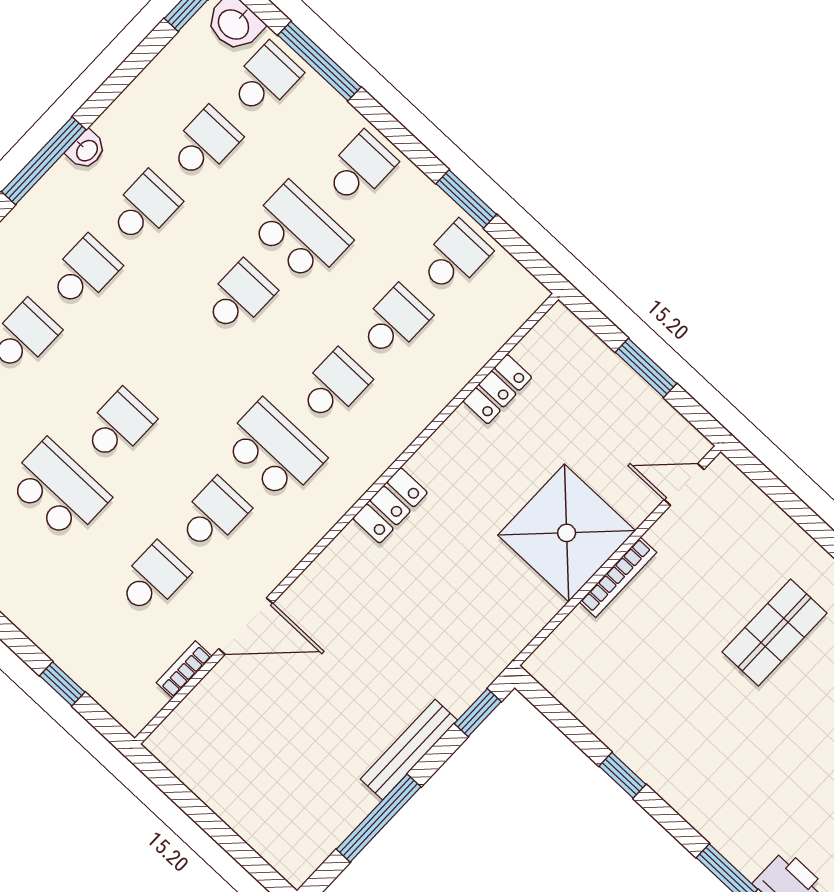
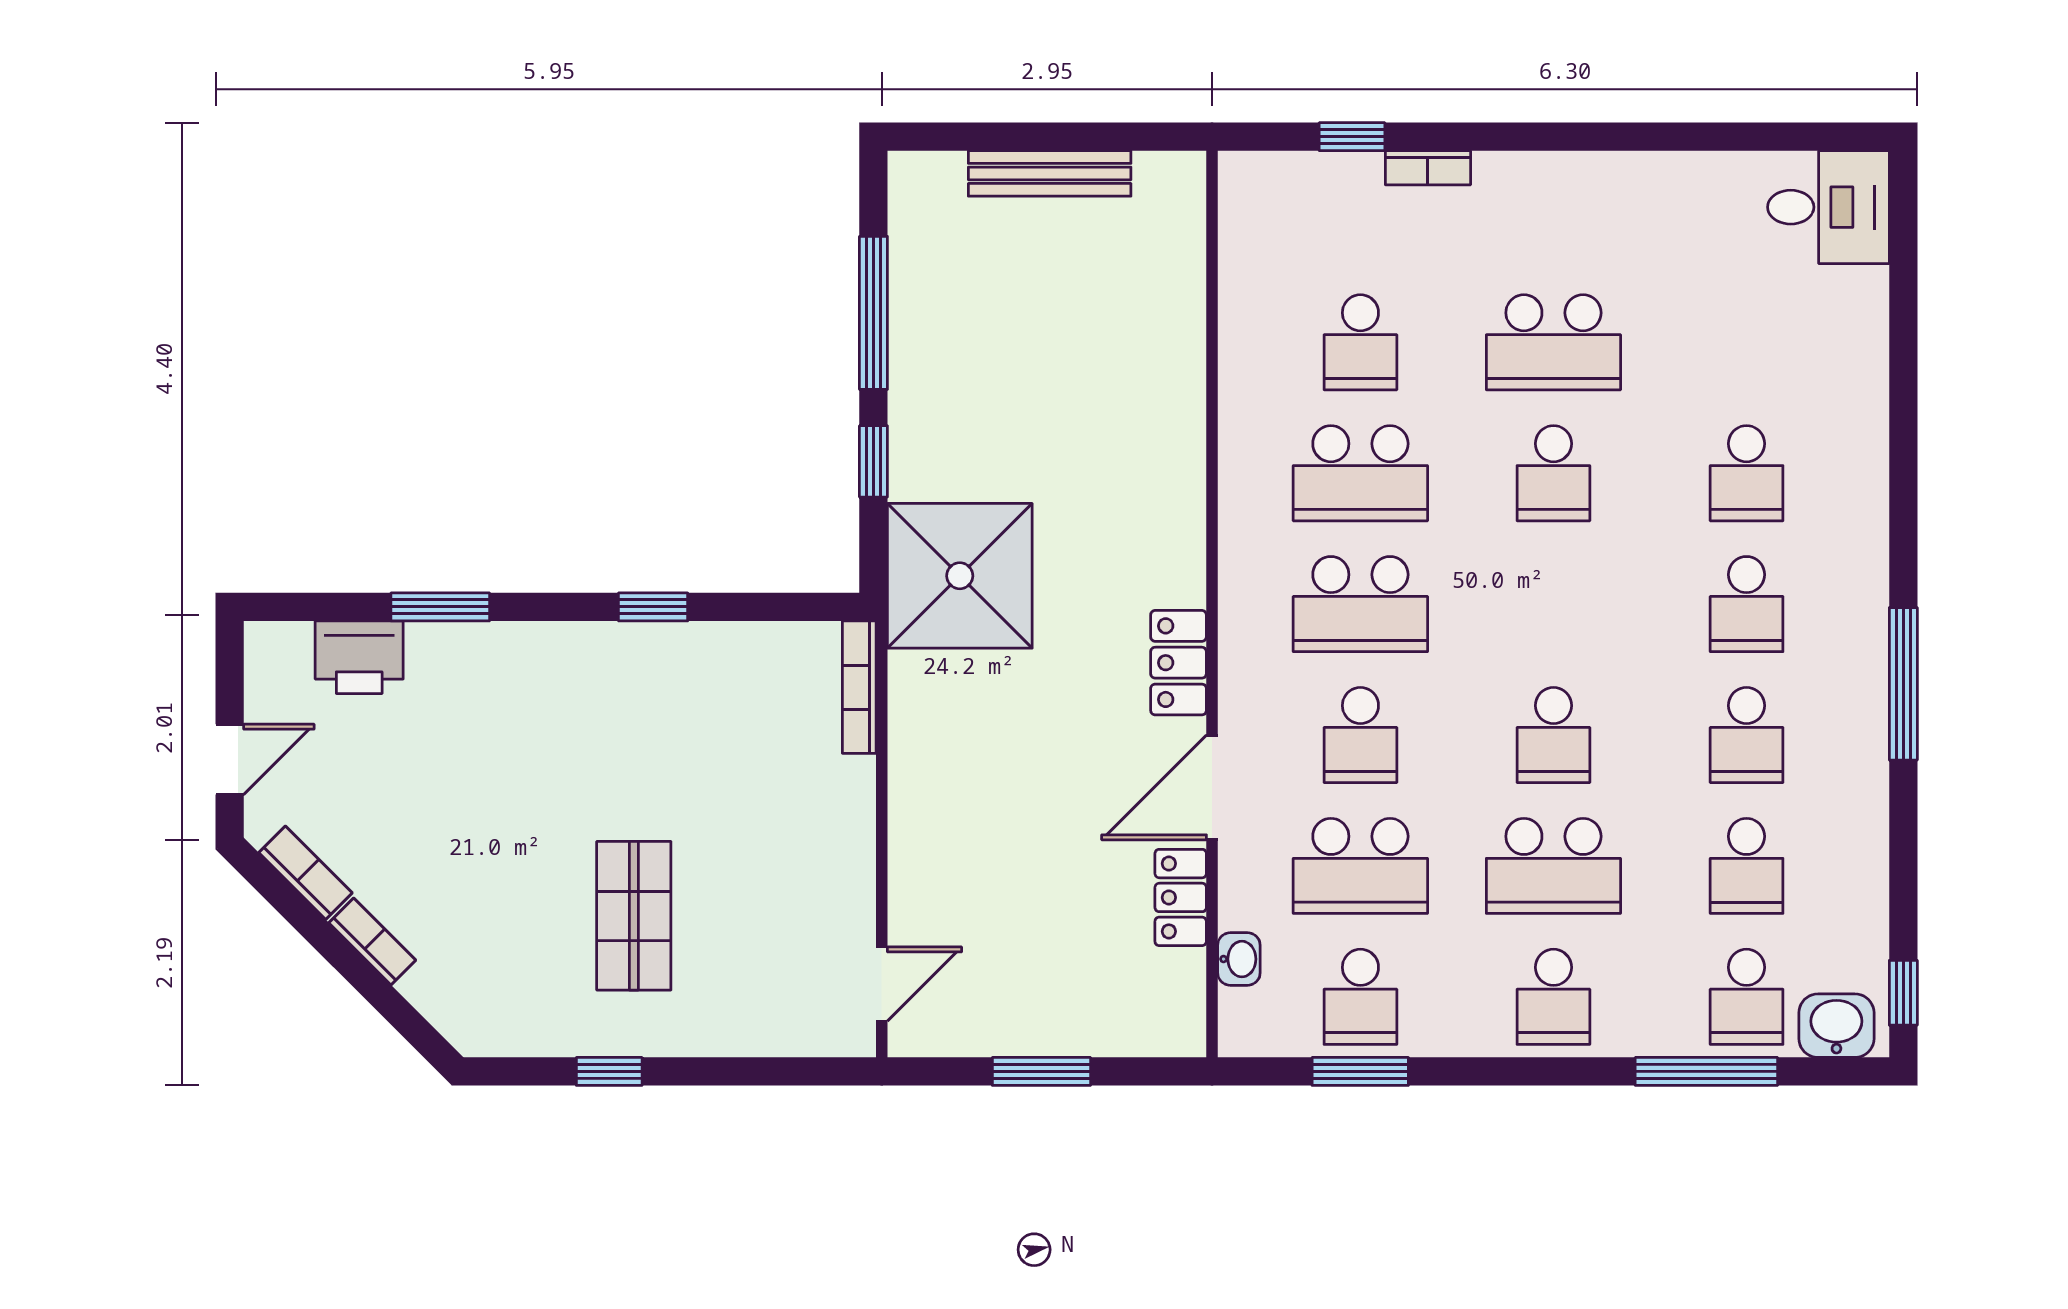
washbasin: (86, 150) -> (1239, 959), moved, turned 180
window: (466, 199) -> (1360, 1071), moved
school desk: (395, 322) -> (1360, 866), width x1.85
school desk: (213, 515) -> (1360, 473), width x1.85
shower: (567, 533) -> (960, 576), moved
bookcase: (618, 577) -> (859, 687), moved
door: (246, 626) -> (1212, 787), moved
bookcase: (184, 670) -> (1428, 168), moved, turned 90
window: (478, 713) -> (873, 461), moved
bench: (409, 750) -> (1050, 173), moved, turned 90

